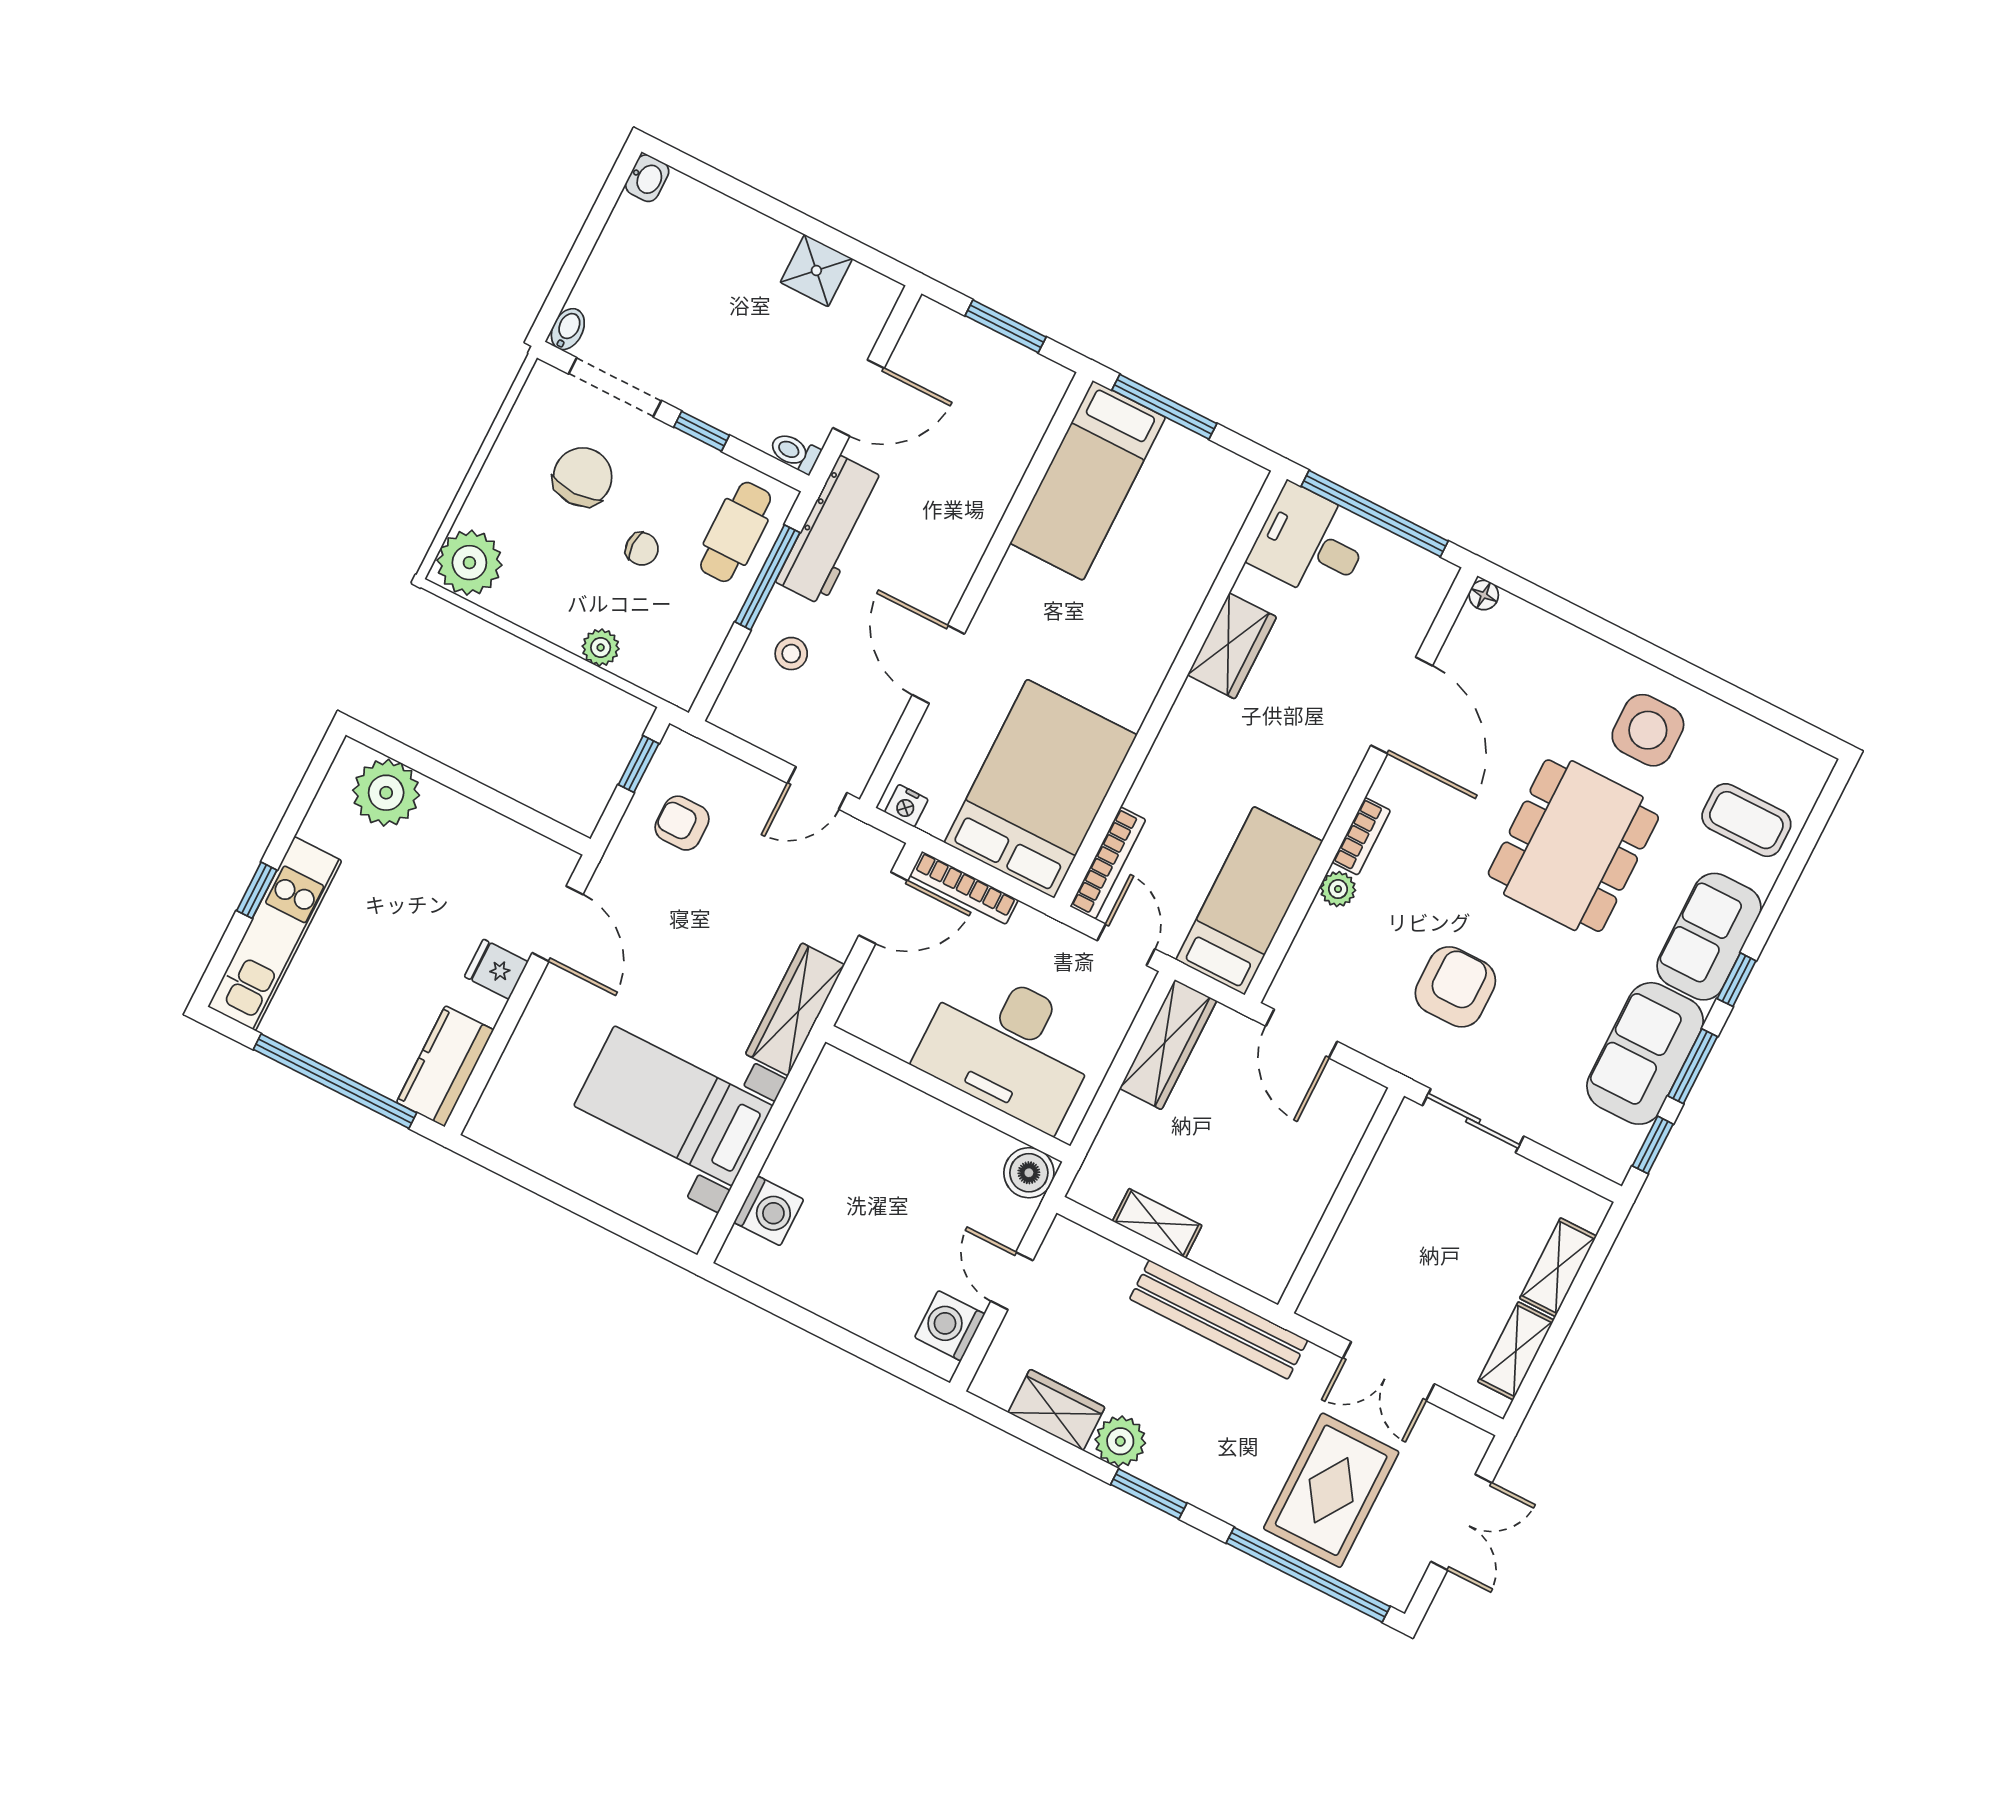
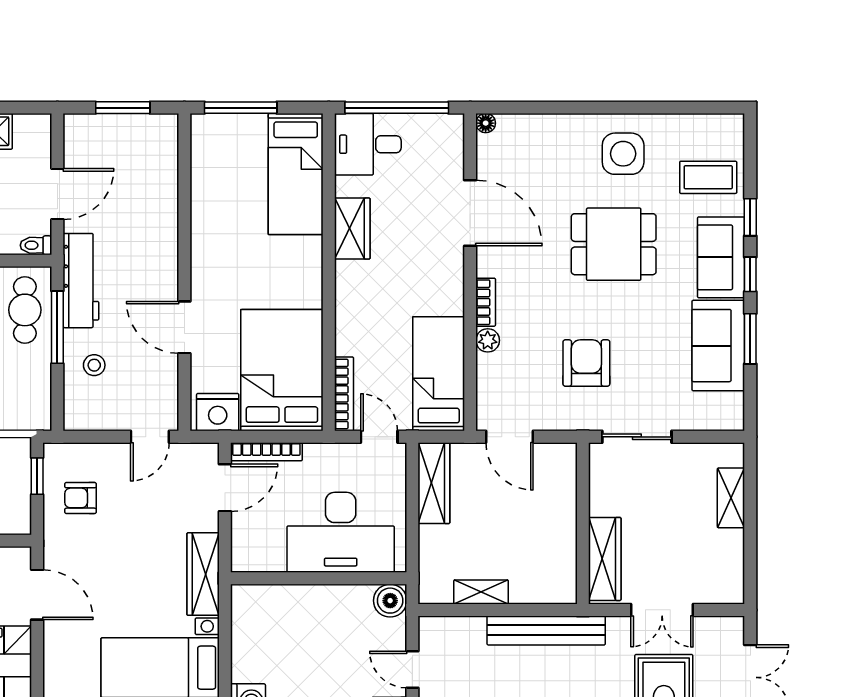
bed: (1088, 480) -> (296, 174), moved
nightstand: (906, 806) -> (218, 412), width x1.89, depth x1.79
dining table: (1573, 846) -> (614, 244), width x0.73
window: (1653, 1145) -> (750, 217), moved
wardrobe: (1346, 1263) -> (605, 559), added
shelving: (1516, 1351) -> (731, 560), removed

